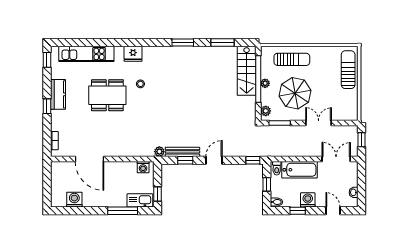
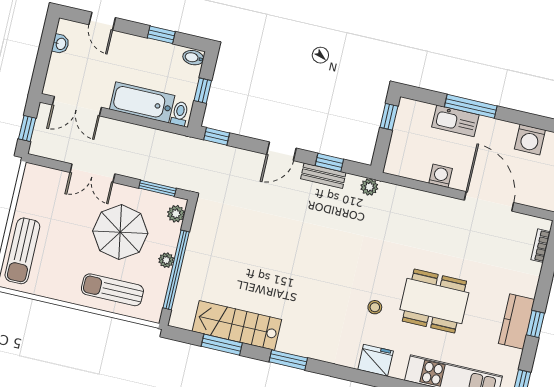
stairs: (247, 71) -> (237, 325), moved, turned -90
window: (47, 106) -> (535, 324), moved
bench: (182, 152) -> (323, 176), width x0.73
washing machine: (143, 167) -> (441, 176), moved
kitchen sink: (140, 200) -> (455, 121), moved
washing machine: (308, 200) -> (140, 49), removed
window: (123, 211) -> (471, 106), moved

